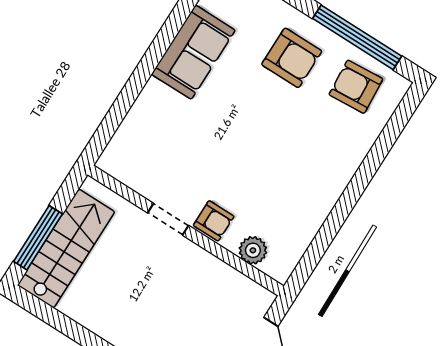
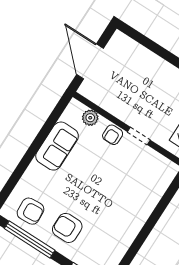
sofa: (193, 52) -> (57, 146), moved, turned 180
armchair: (214, 221) -> (113, 135), turned -90

